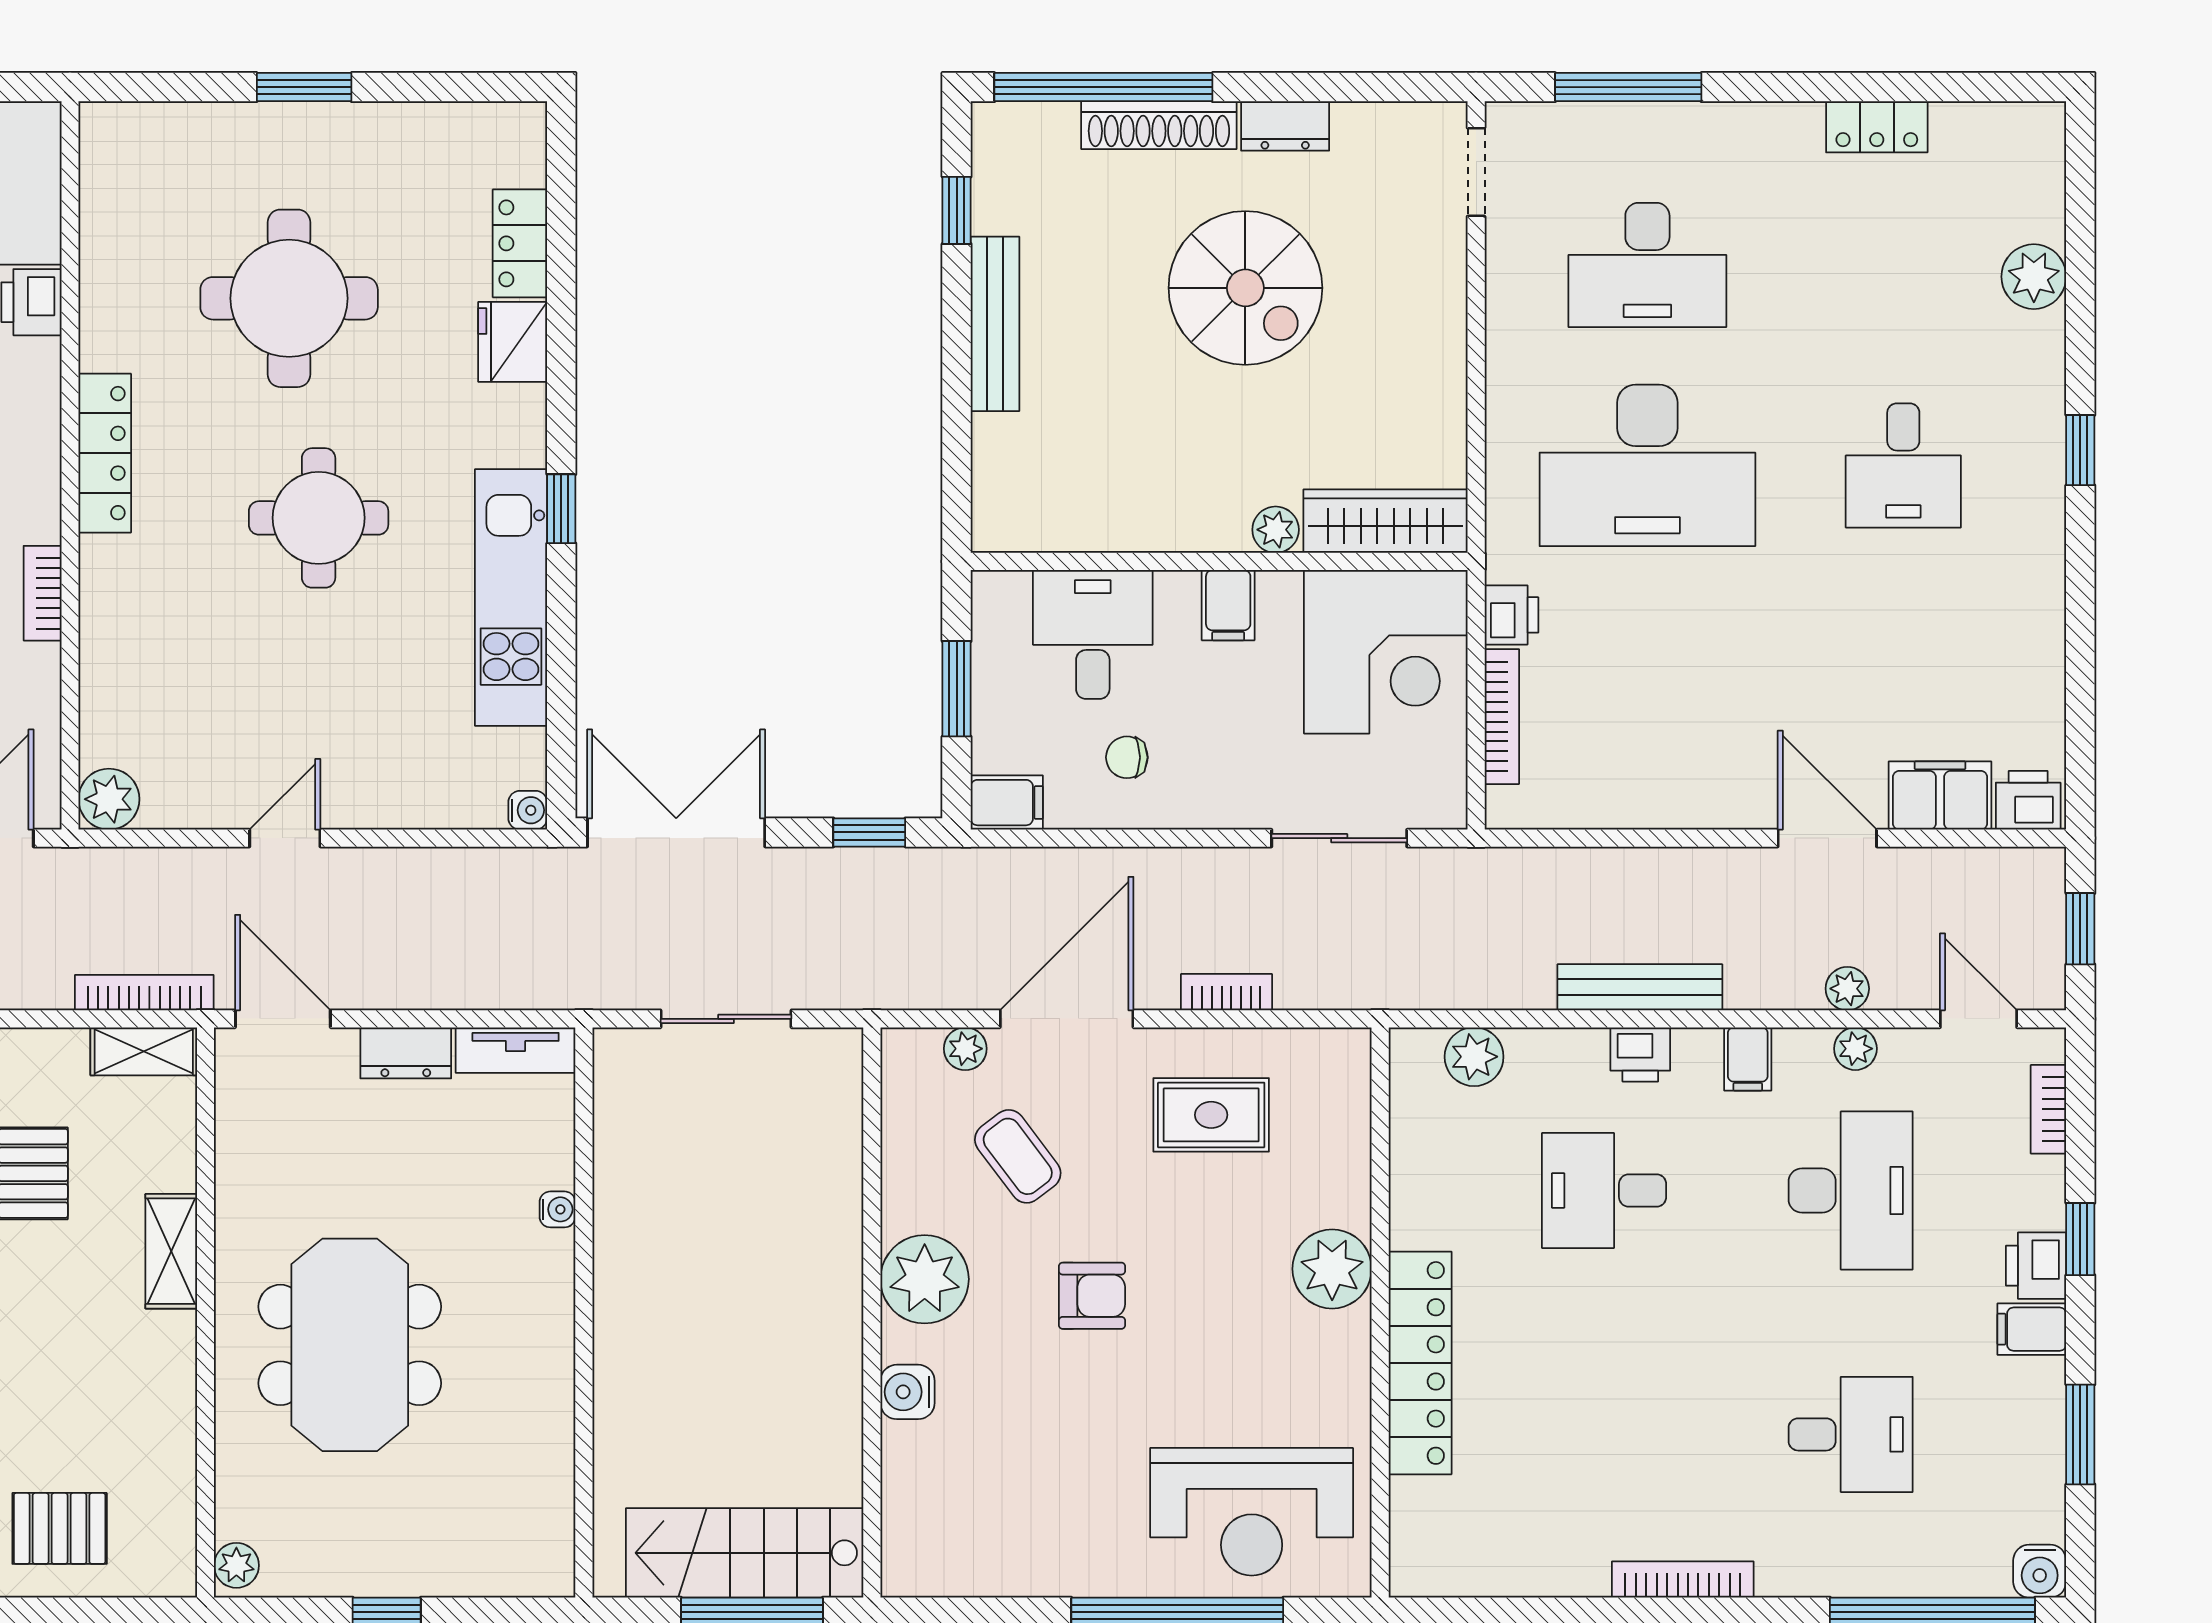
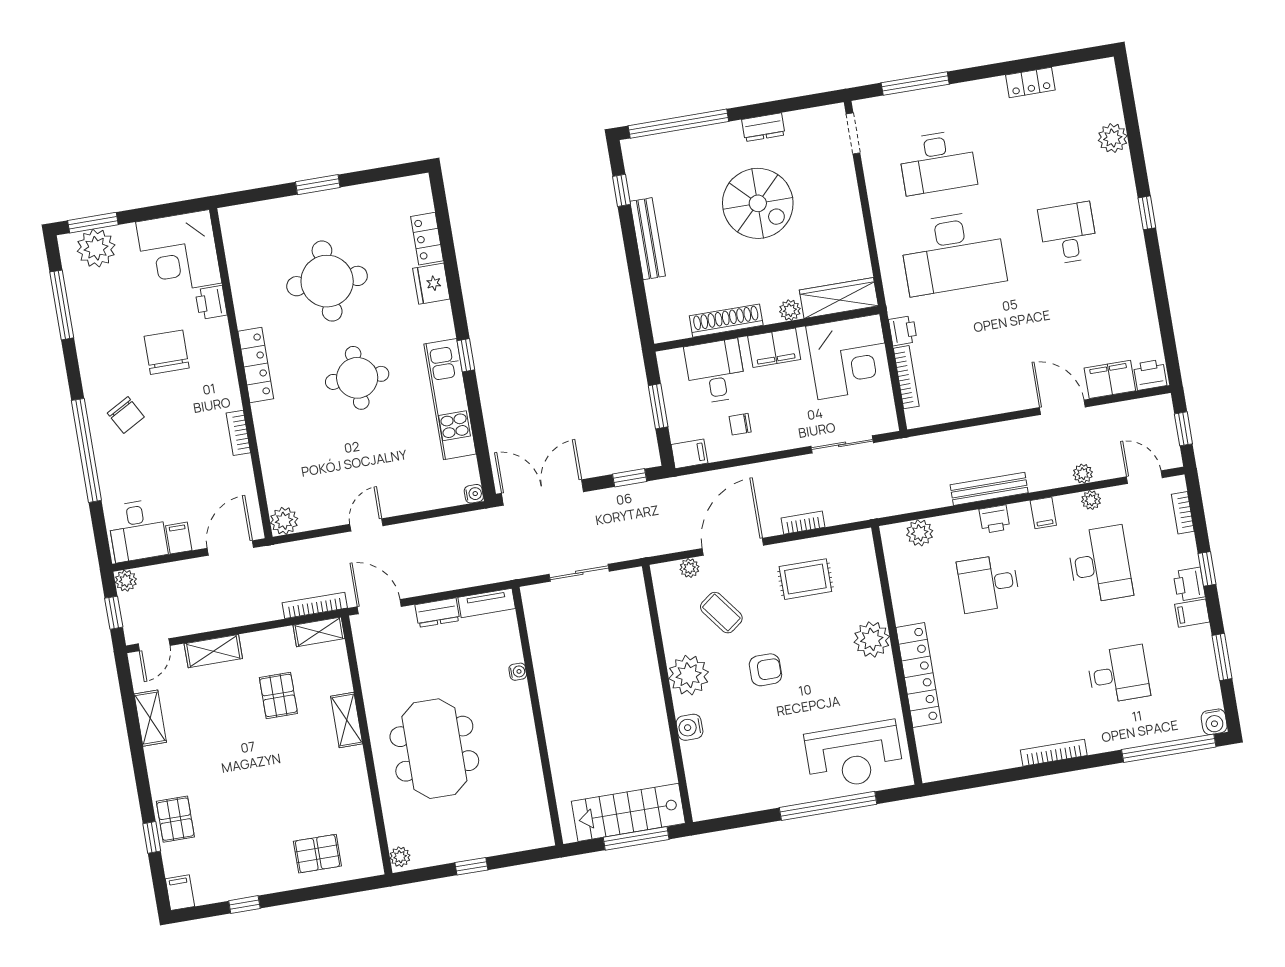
shoe rack: (1159, 125) -> (726, 321), moved, turned 180
desk: (1903, 465) -> (1068, 233), turned 180
filing cabinet: (1228, 605) -> (774, 348), width x2.00

